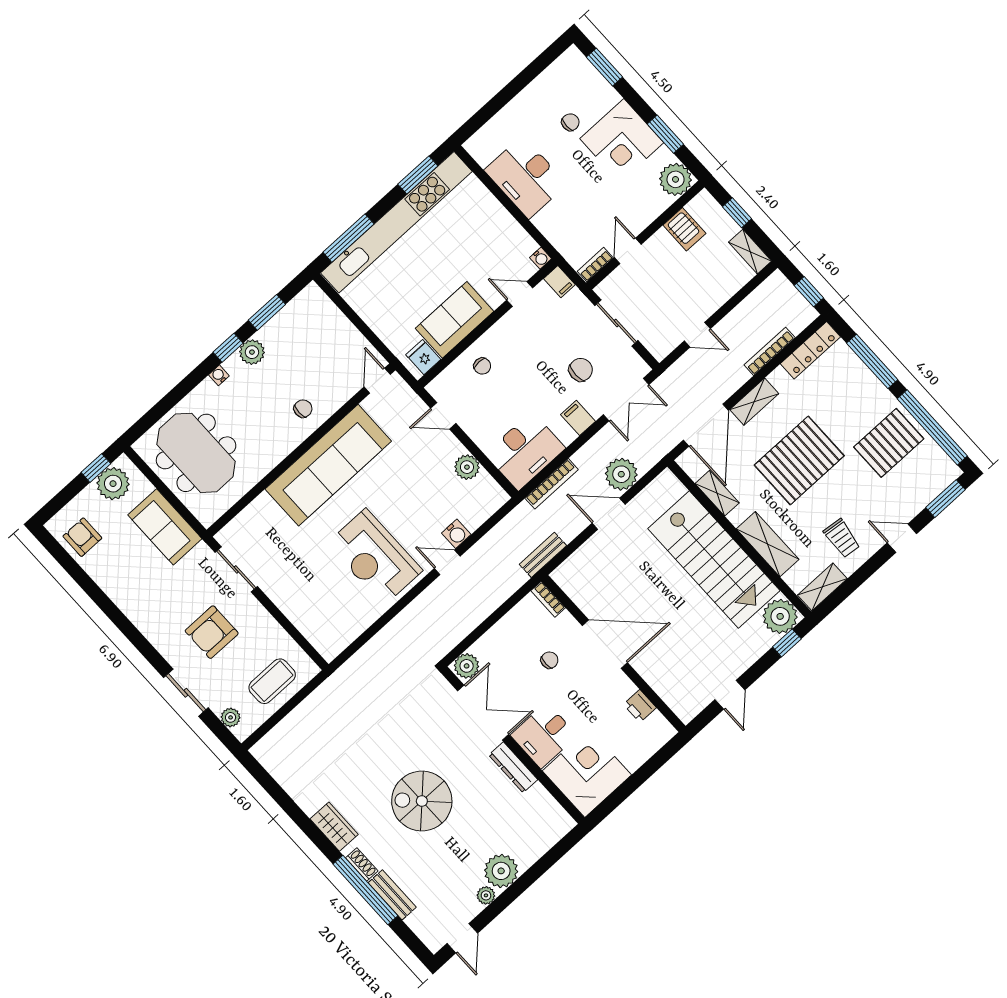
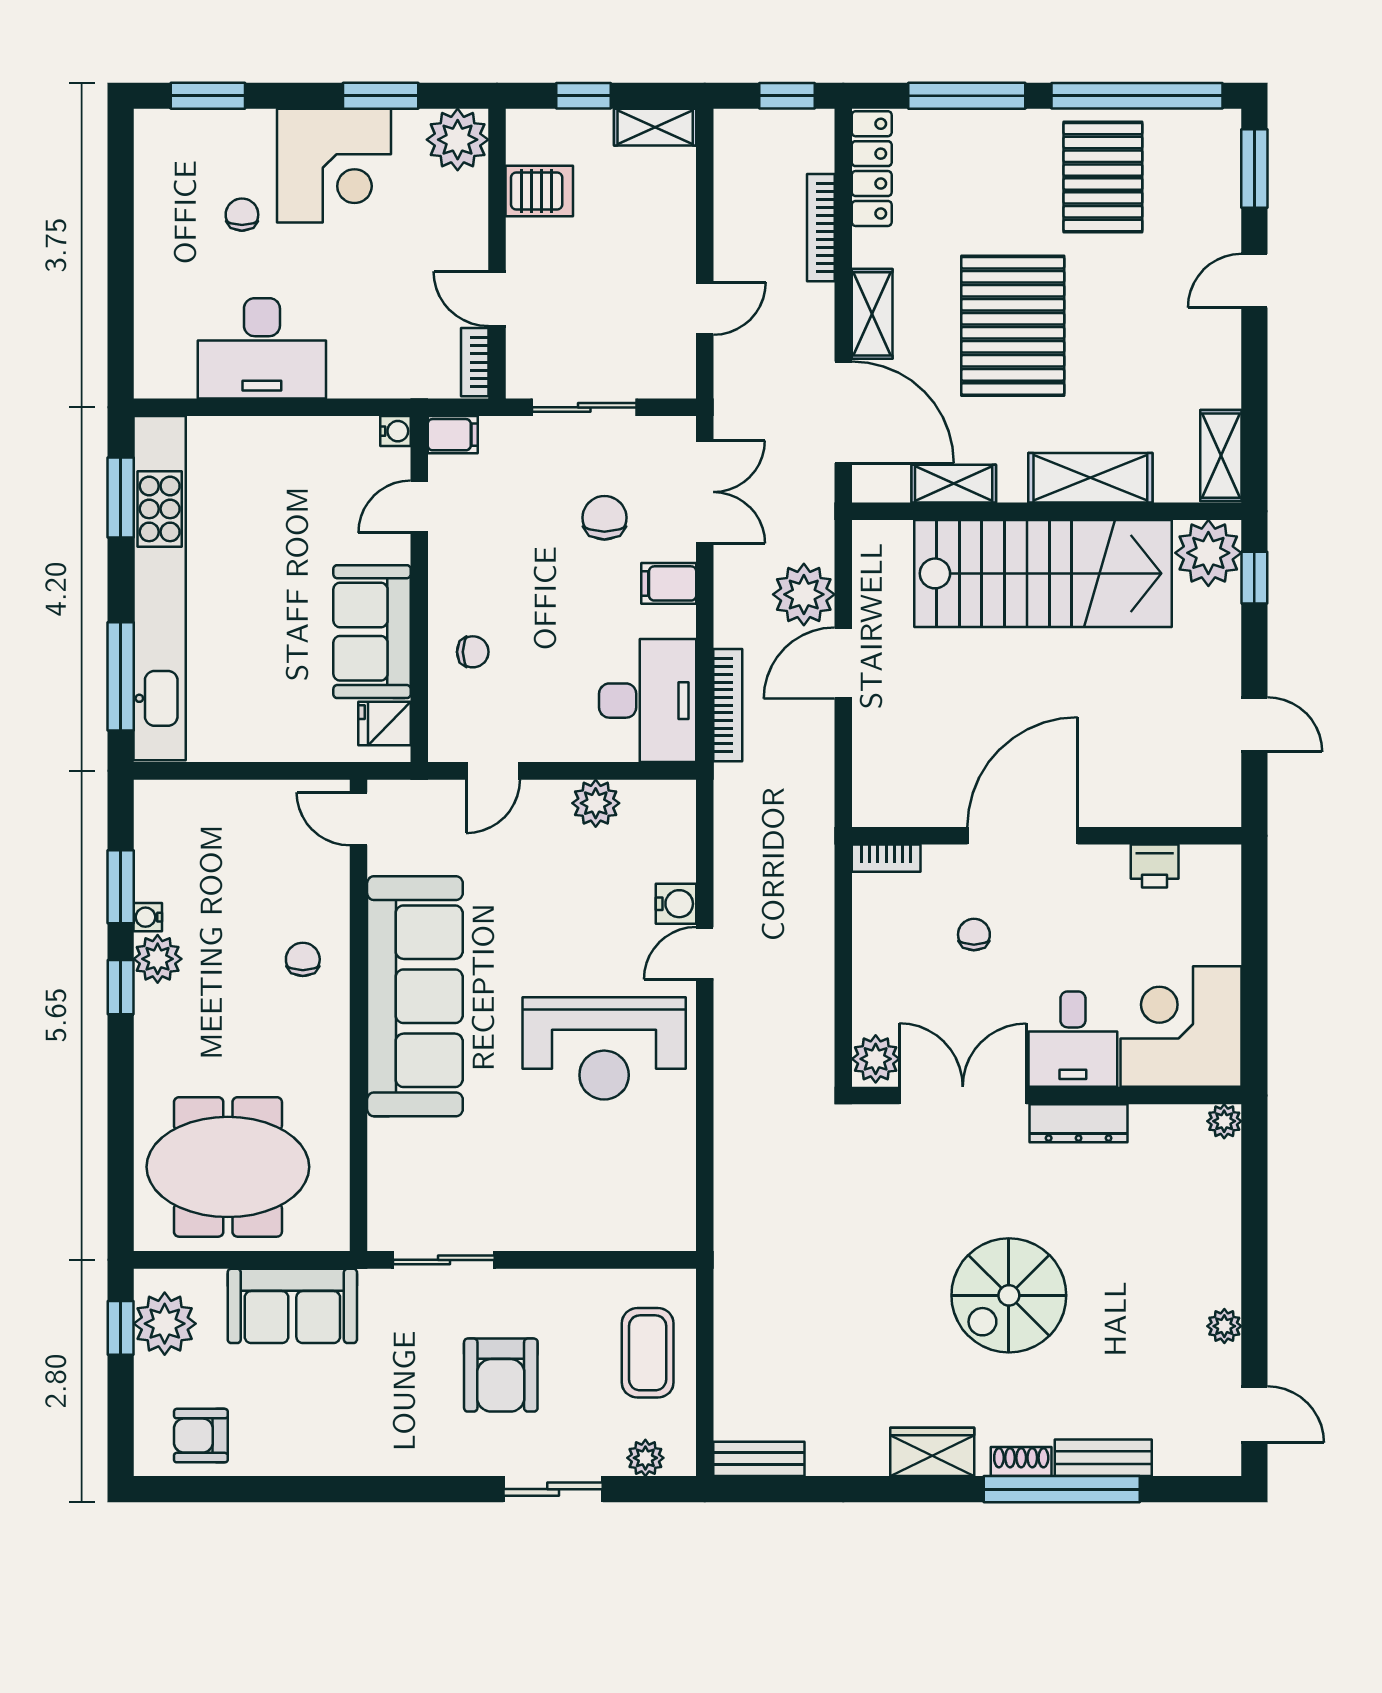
water cooler: (219, 375) -> (148, 917), moved
trolley: (842, 538) -> (1177, 366), removed
bench: (543, 555) -> (759, 1459), moved, turned 90
plant: (501, 871) -> (1224, 1121), moved, width x0.53, depth x0.53

